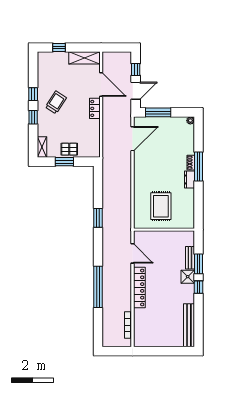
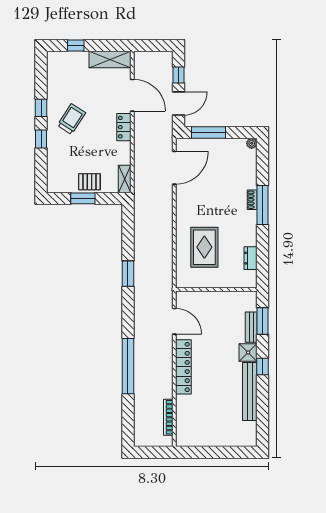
shelving: (42, 147) -> (125, 179), moved
dresser: (189, 179) -> (251, 258), moved
rug: (161, 206) -> (204, 247), moved
window: (198, 264) -> (263, 321), moved
bench: (189, 325) -> (250, 392), moved

